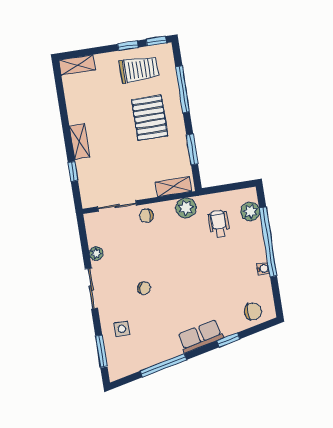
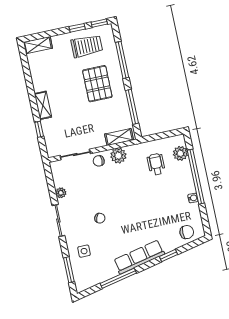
window: (192, 149) -> (132, 107), width x1.44
plant: (186, 208) -> (118, 156), moved
row of seats: (200, 336) -> (139, 257), width x1.48

